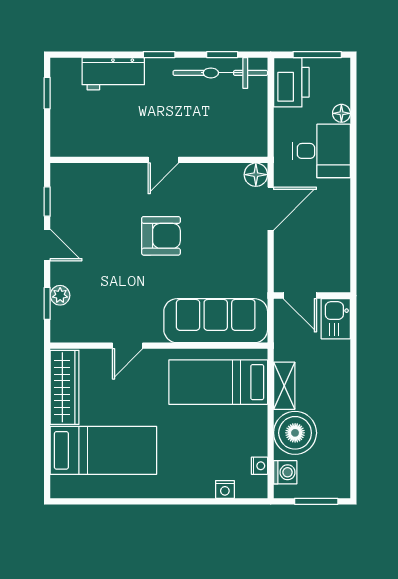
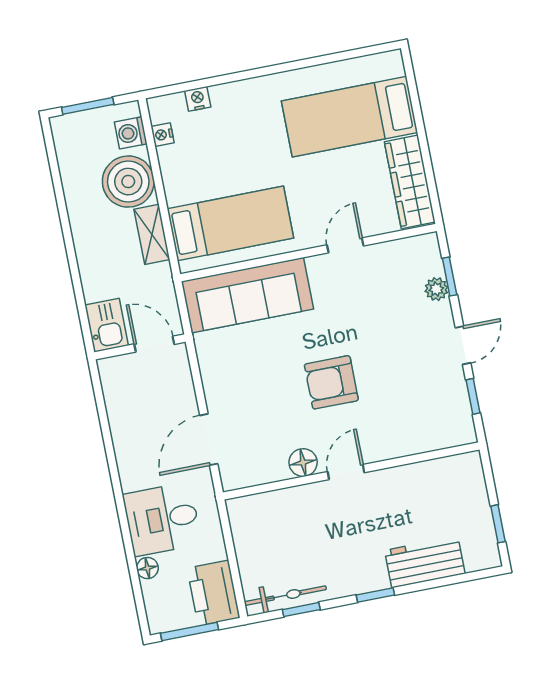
bicycle: (220, 73) -> (285, 596), width x0.73, depth x0.71
floor lamp: (256, 175) -> (303, 463), moved
door: (47, 245) -> (463, 345), swing flipped

